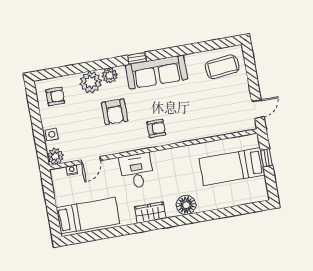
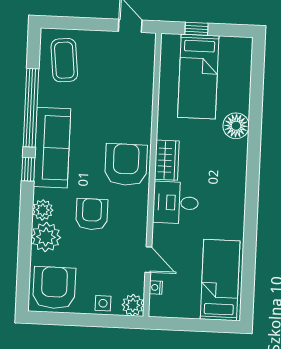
window: (182, 50) -> (31, 108), added
armchair: (55, 96) -> (54, 288), width x1.88, depth x1.88
armchair: (115, 112) -> (92, 214), turned -90
armchair: (156, 128) -> (126, 165), width x1.88, depth x1.88
floor lamp: (186, 205) -> (236, 126), moved
wardrobe: (150, 213) -> (167, 160), moved, turned 180

